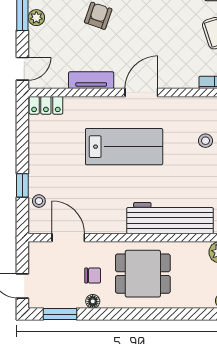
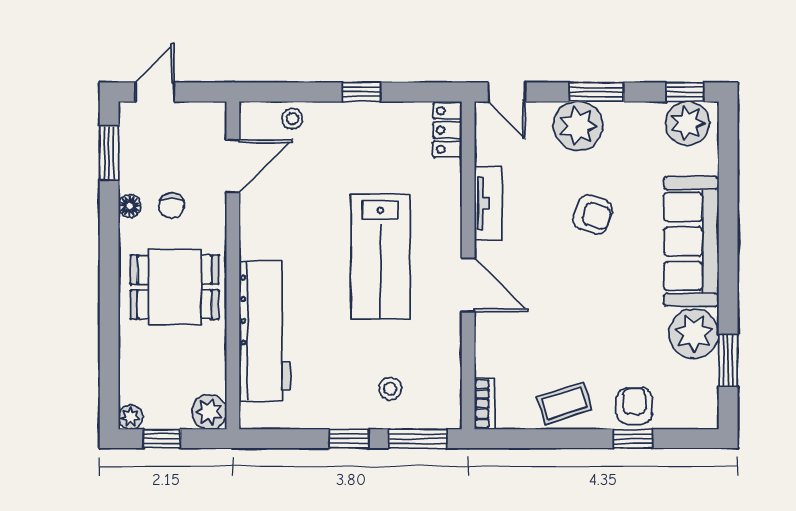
plant: (36, 18) -> (578, 126), width x1.87, depth x1.87
window: (22, 185) -> (361, 92), moved
dining table: (143, 274) -> (175, 287), turned 90

